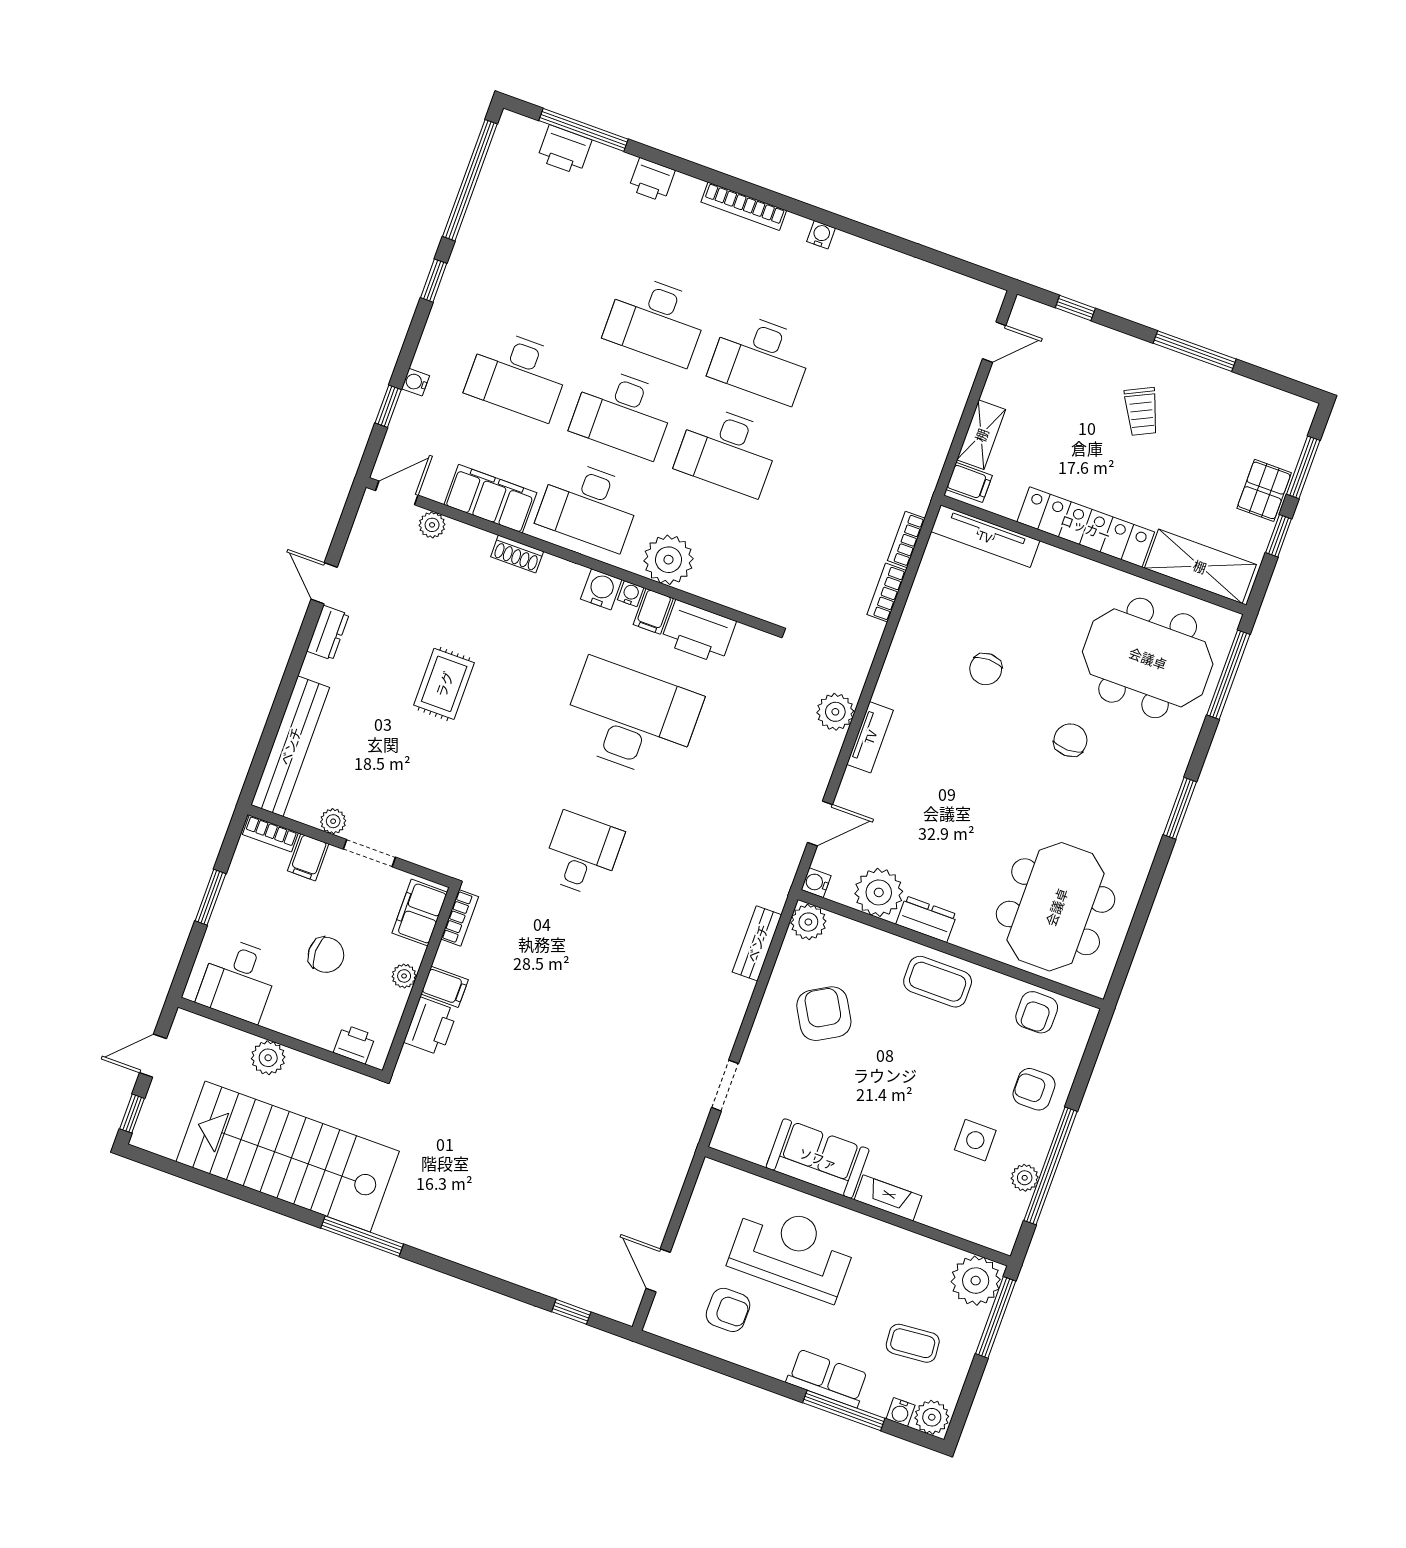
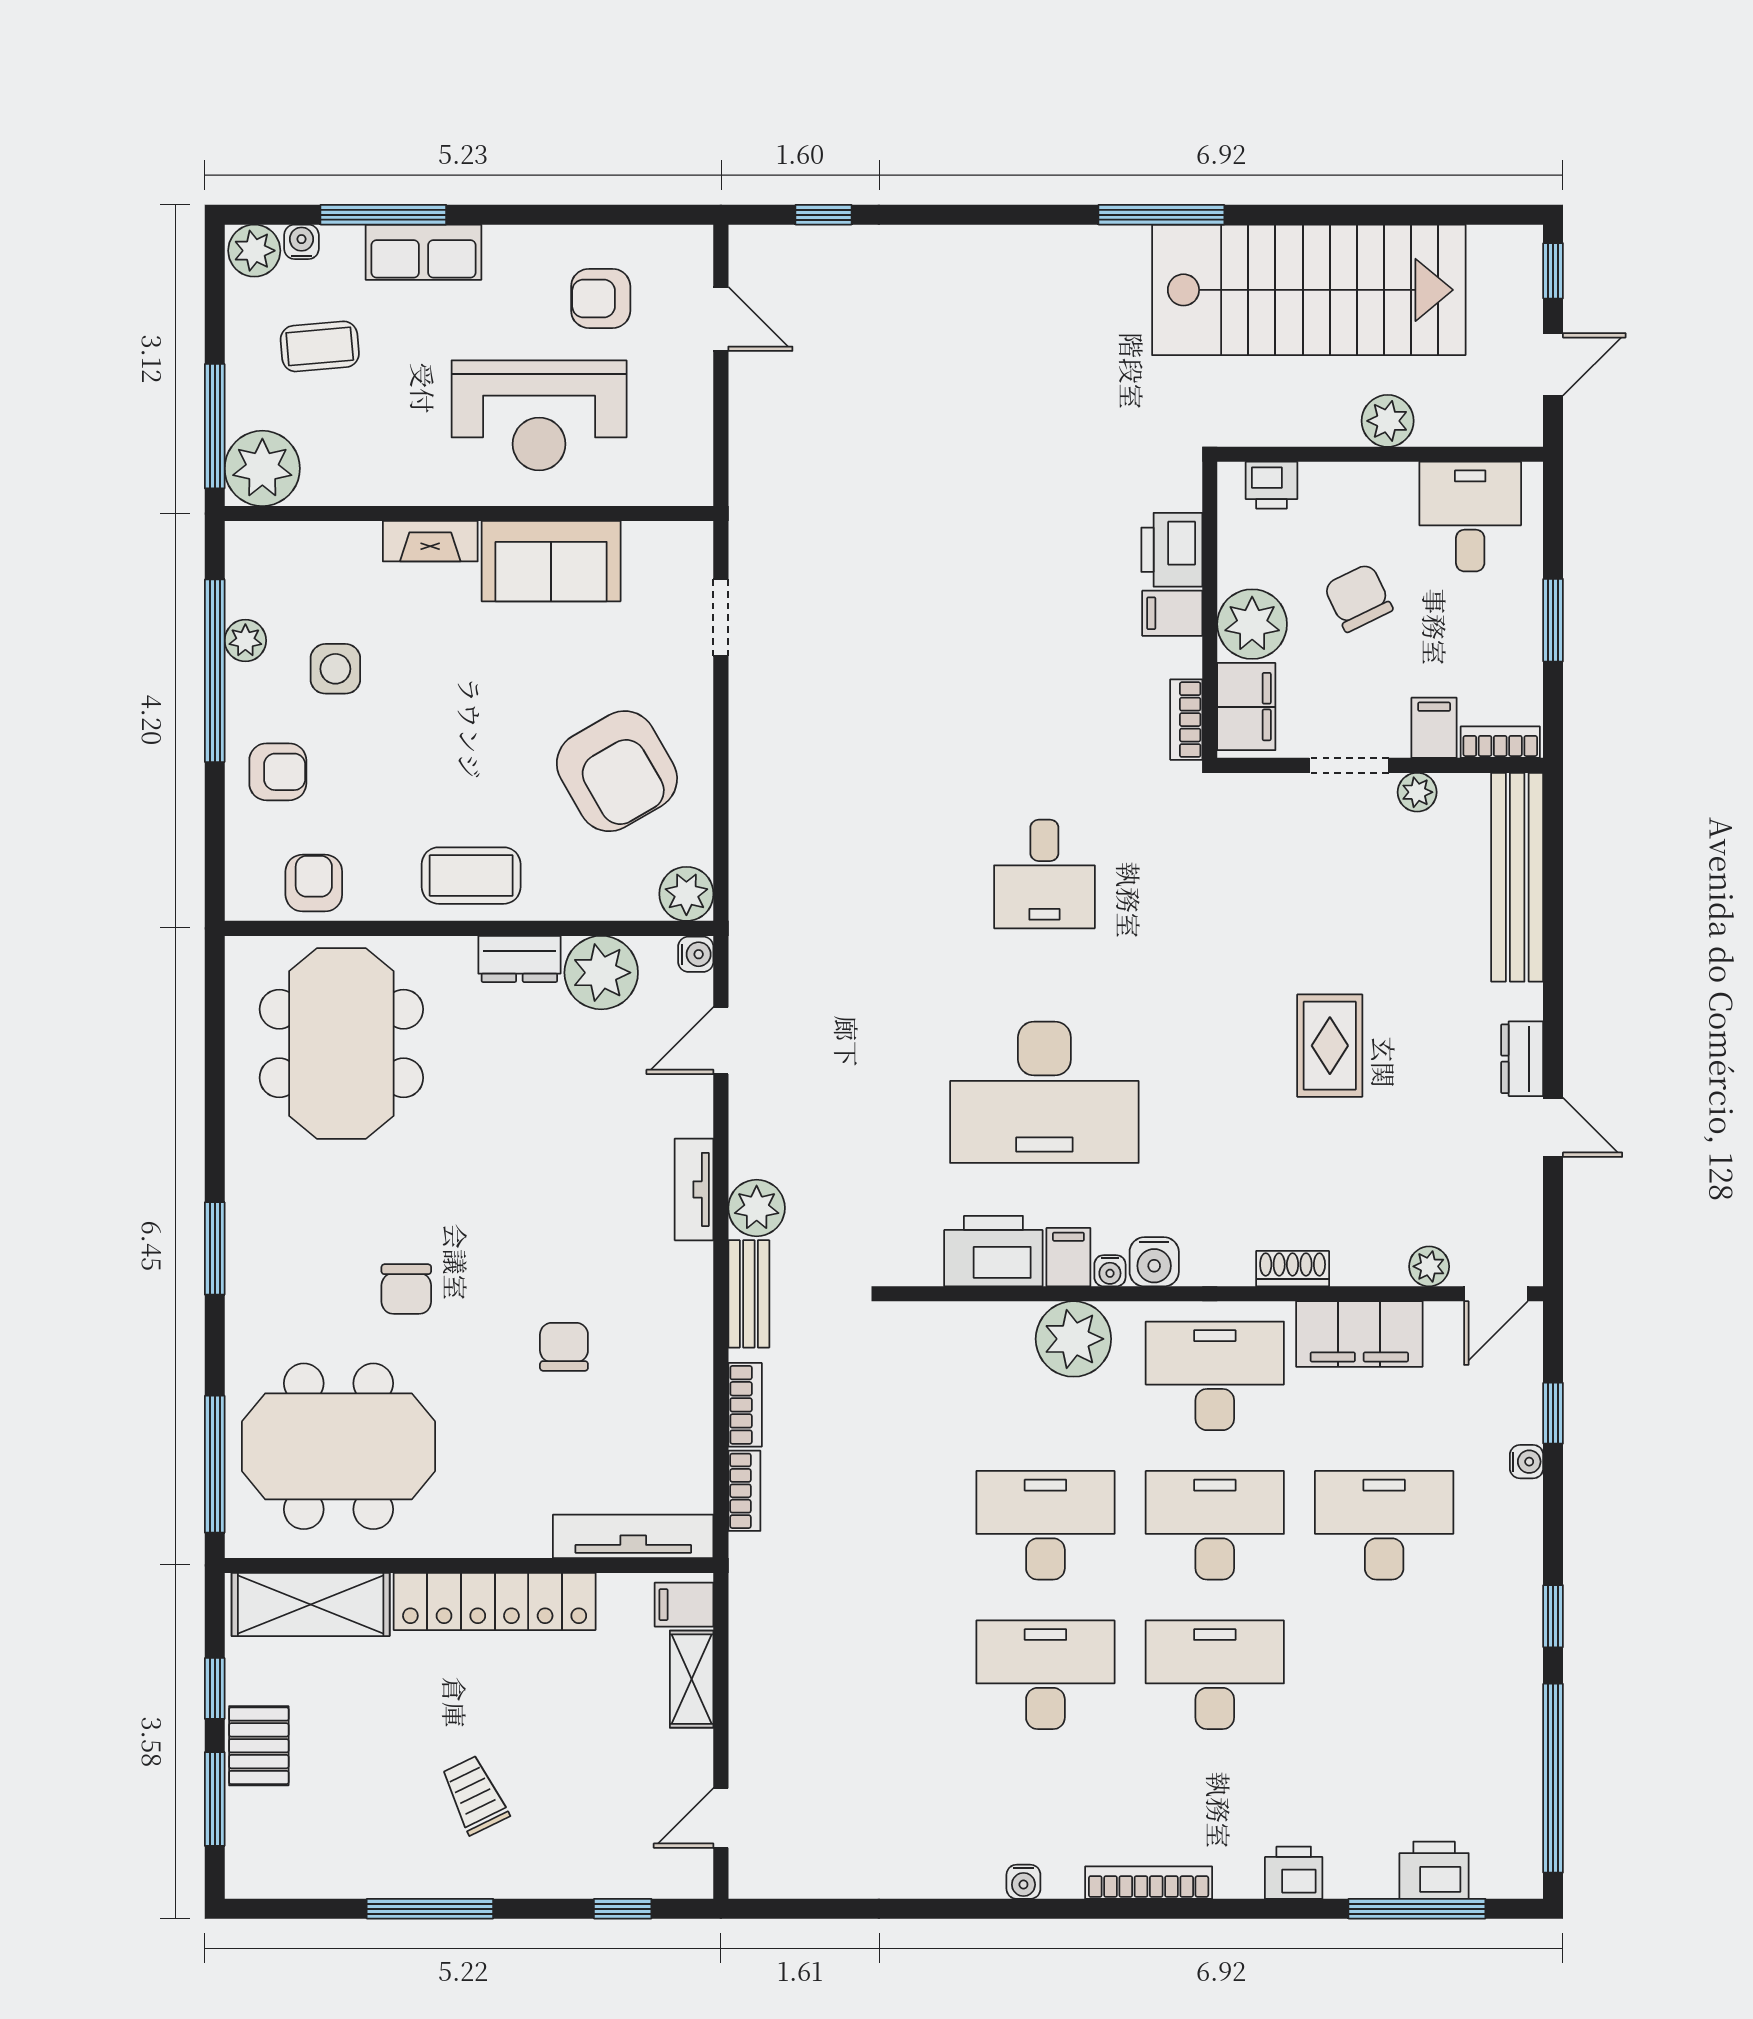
bench: (757, 943) -> (749, 1294), moved
chair: (326, 955) -> (1358, 598), turned 64
plant: (404, 976) -> (1252, 624), width x1.87, depth x1.87
armchair: (824, 1014) -> (617, 771), width x1.36, depth x1.36

